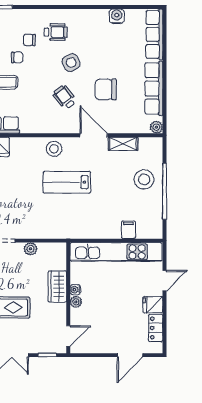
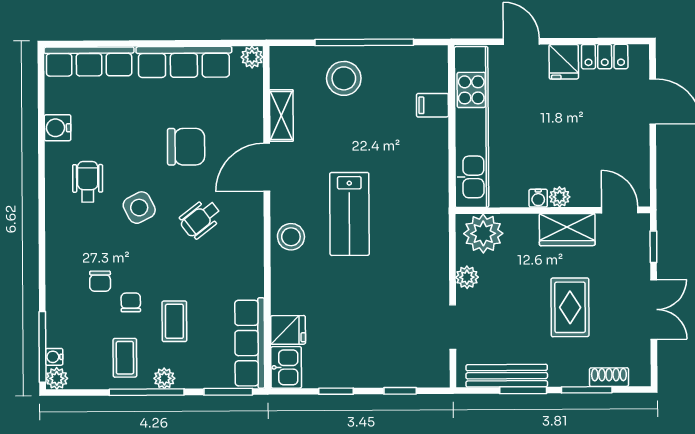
wheelchair: (56, 32) -> (88, 182), moved
chair: (106, 89) -> (186, 147), turned -90
plant: (55, 258) -> (483, 233), added
wardrobe: (57, 286) -> (567, 230), moved

